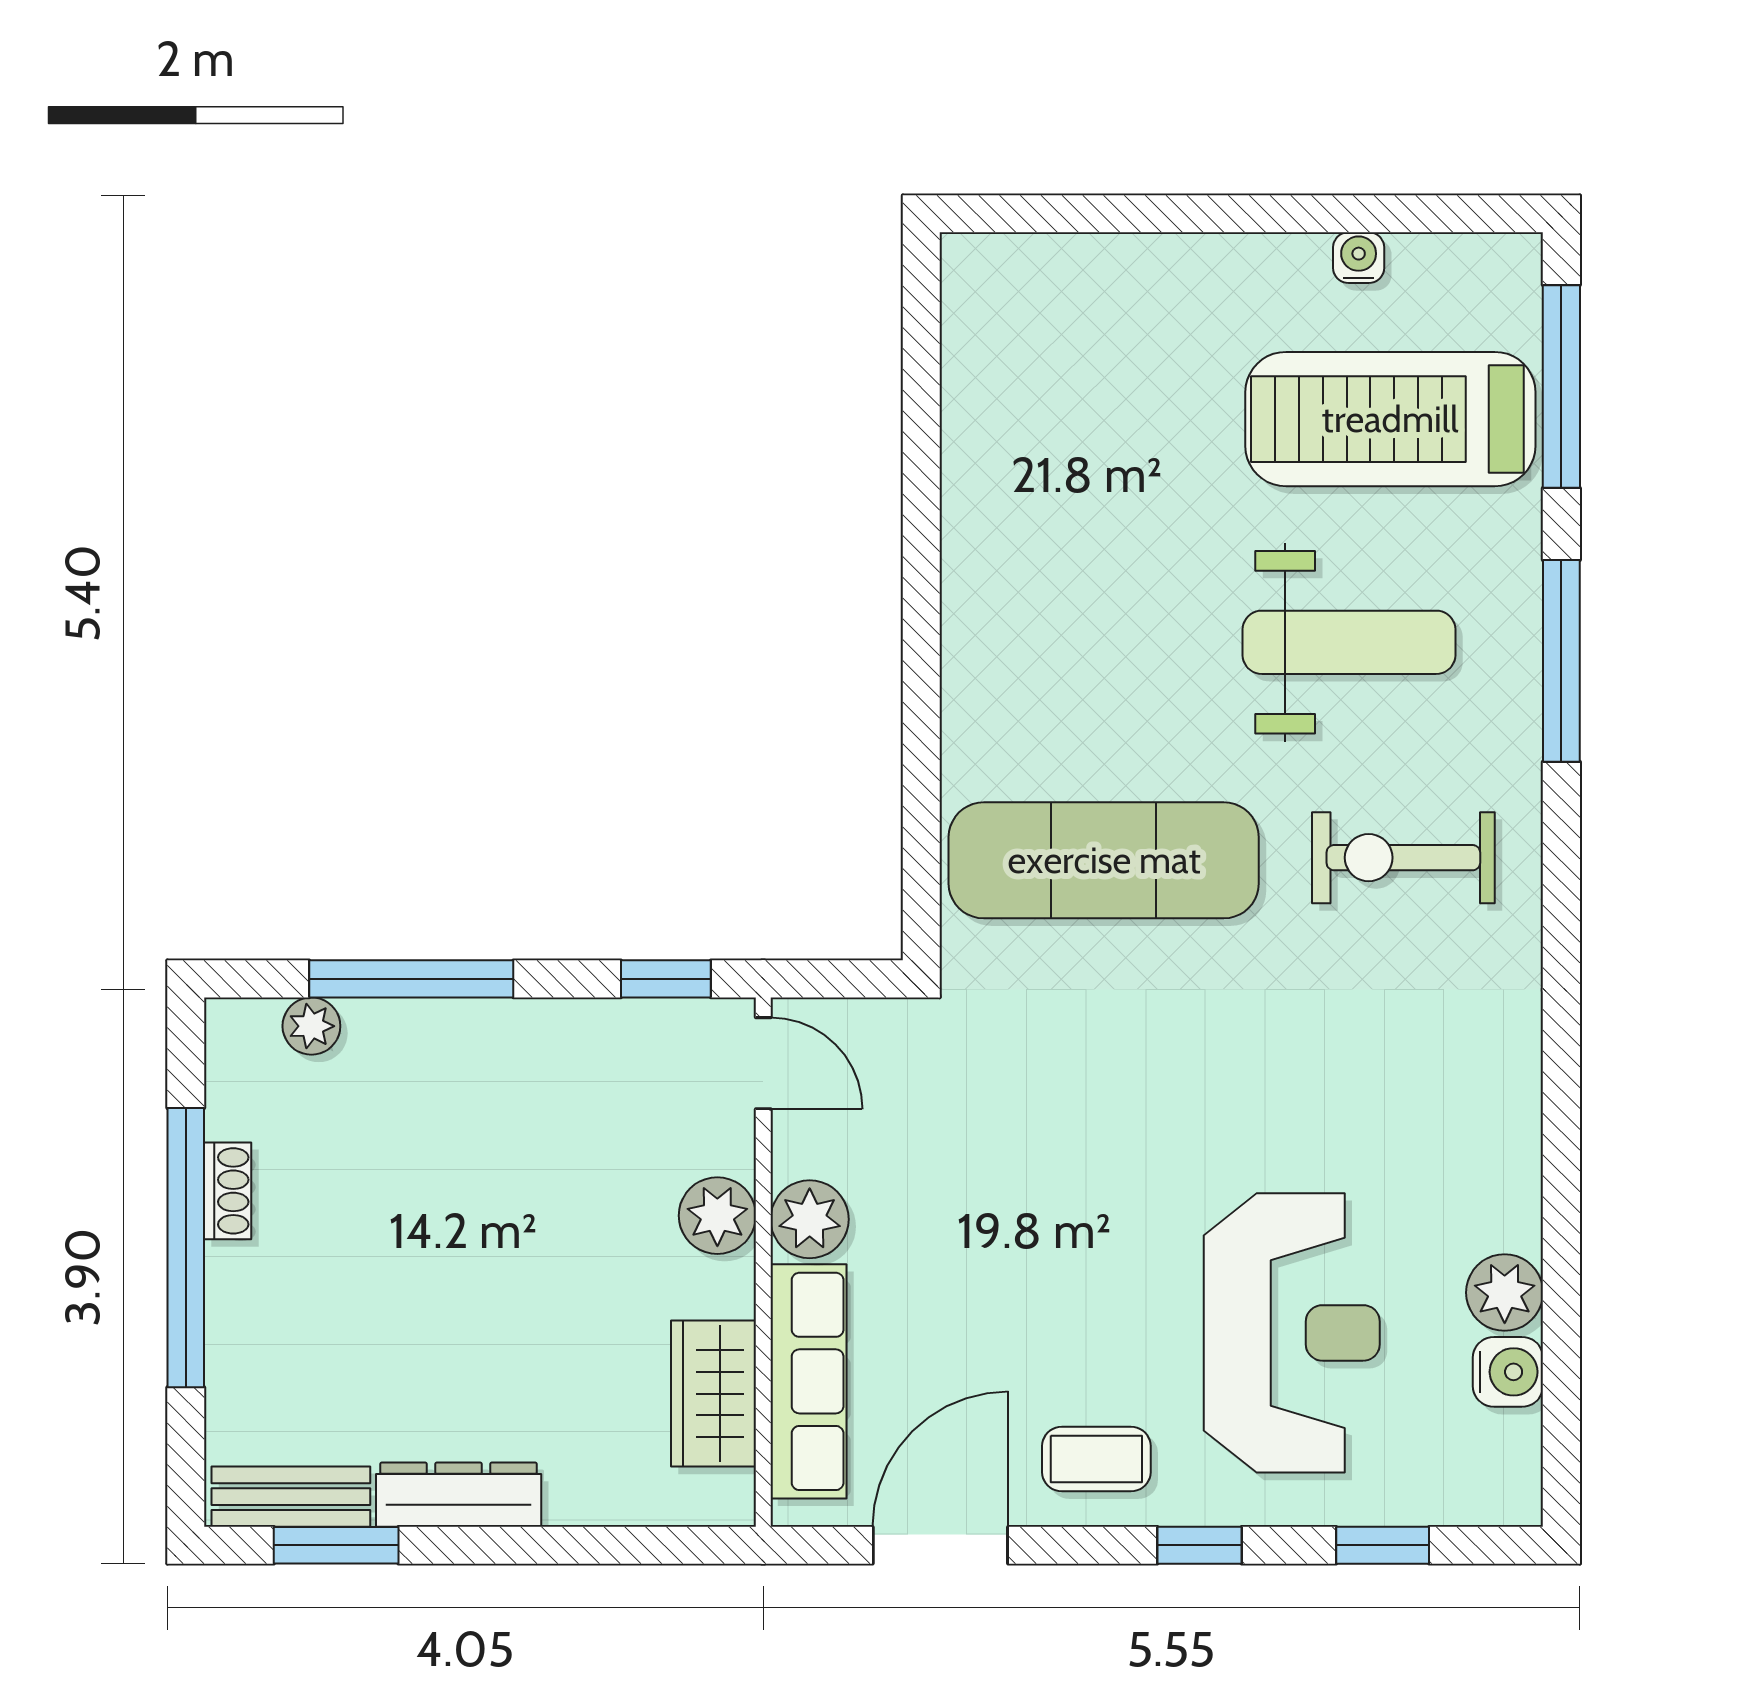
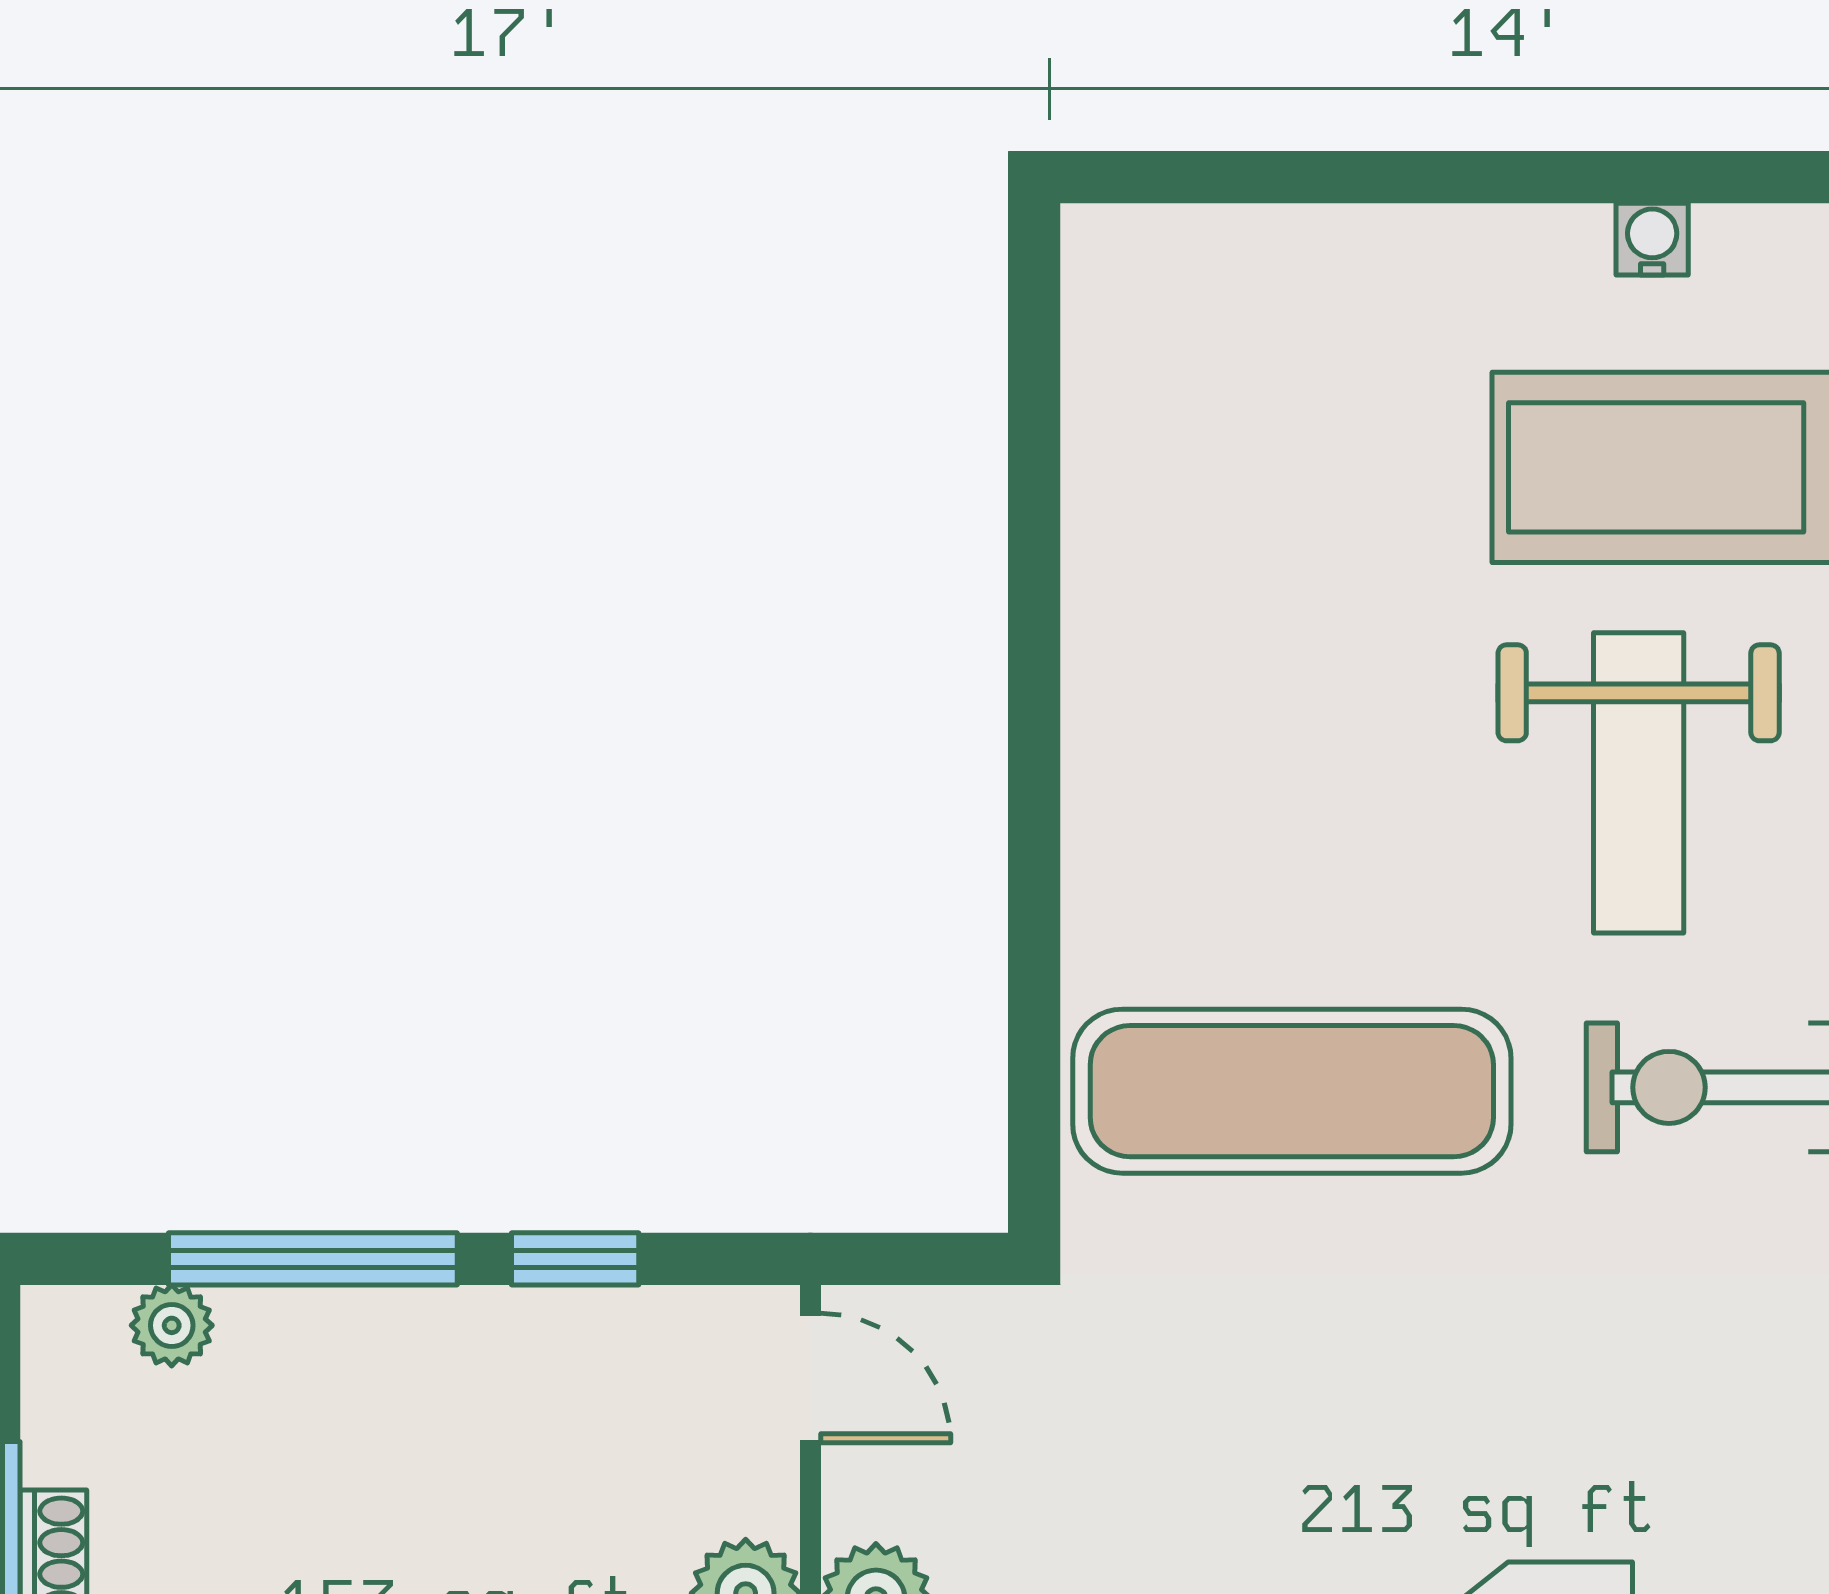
weight bench: (1349, 642) -> (1639, 783), turned 90
window: (666, 979) -> (575, 1259), moved

